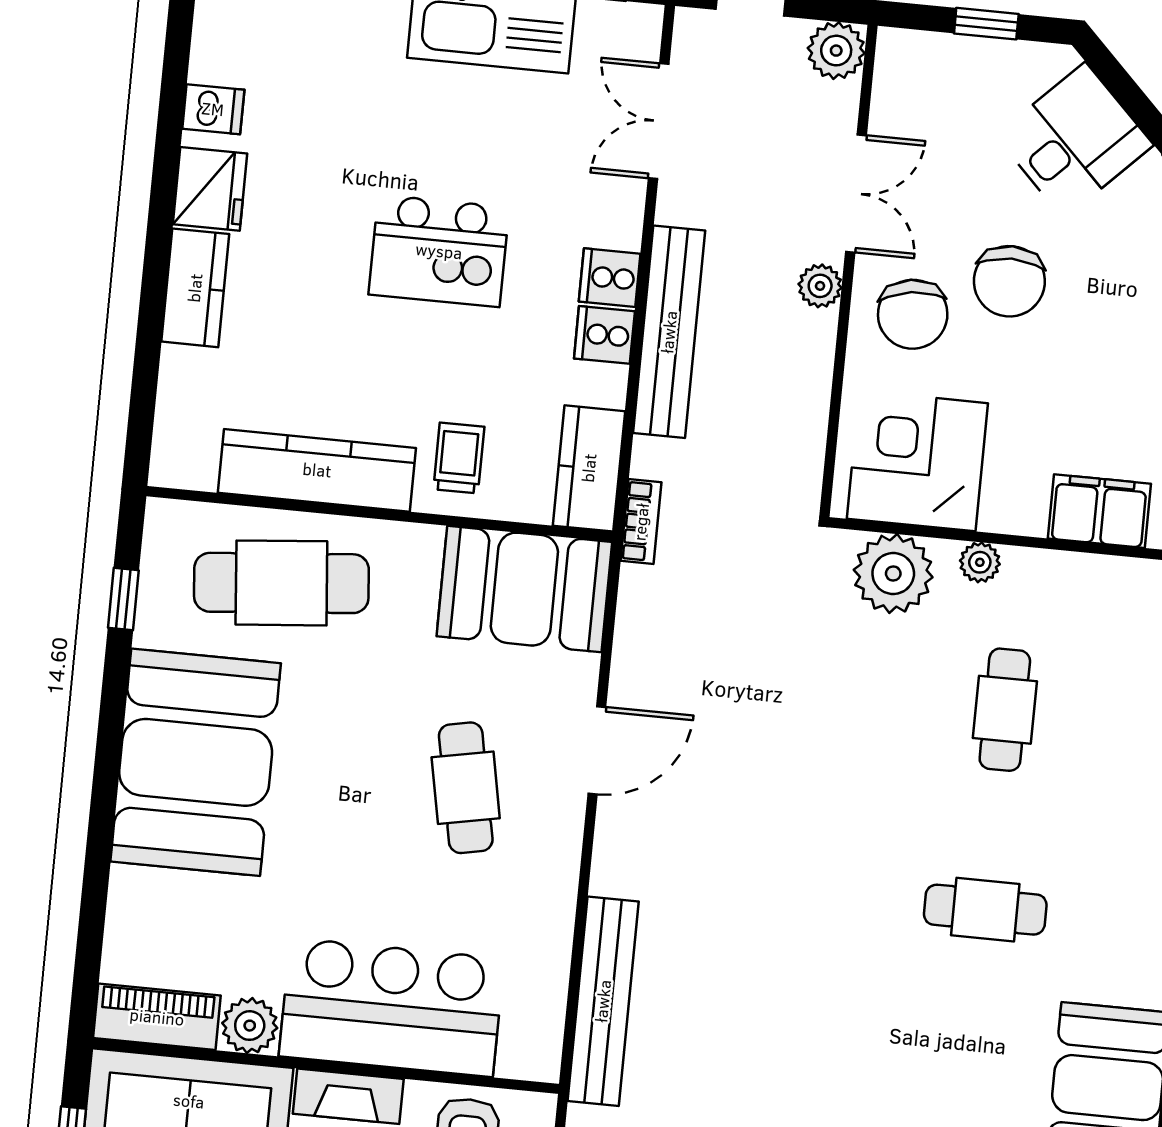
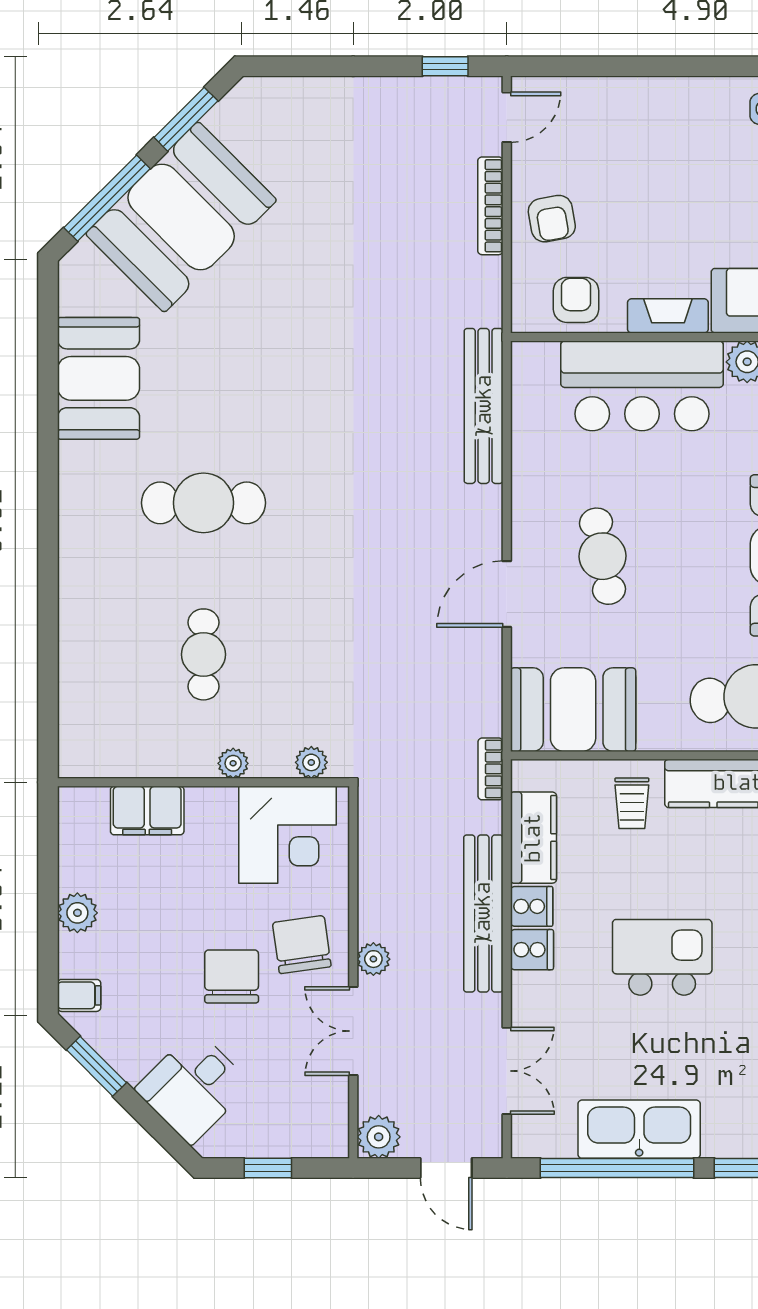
kitchen counter: (589, 468) -> (533, 838), moved
plant: (893, 574) -> (311, 762), width x0.53, depth x0.53
cafe table: (985, 910) -> (203, 503), width x1.37, depth x1.35

